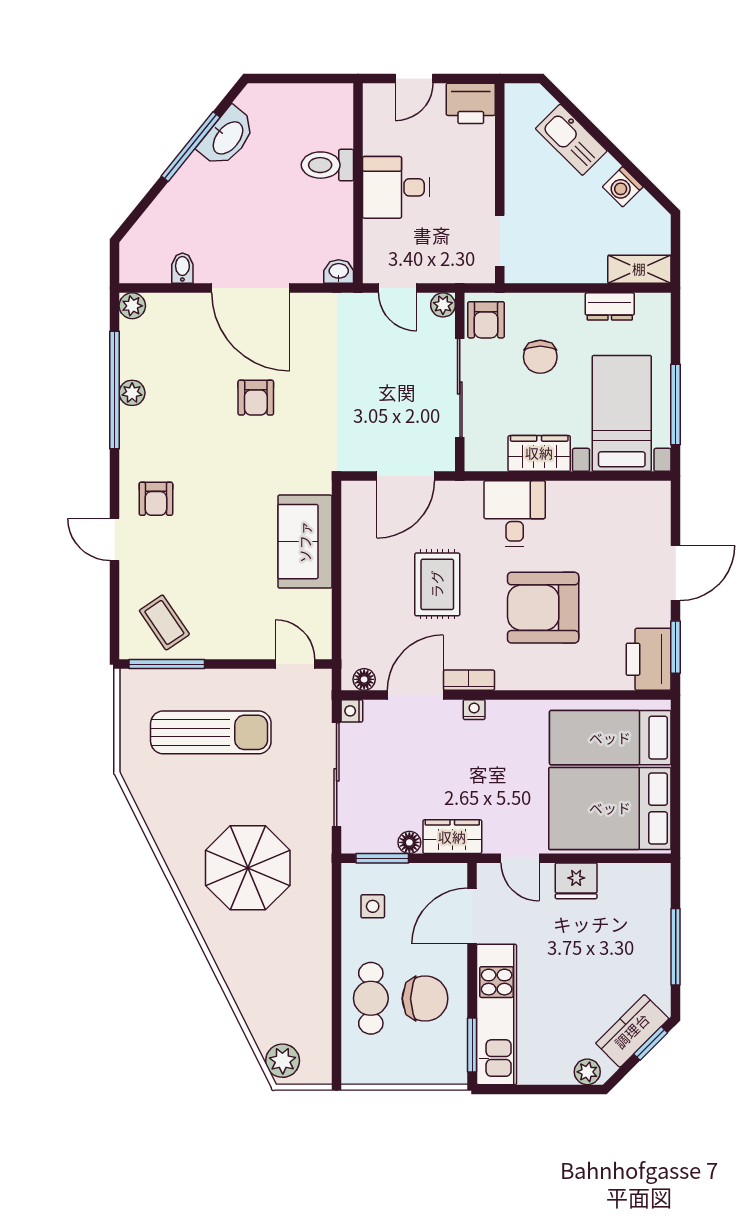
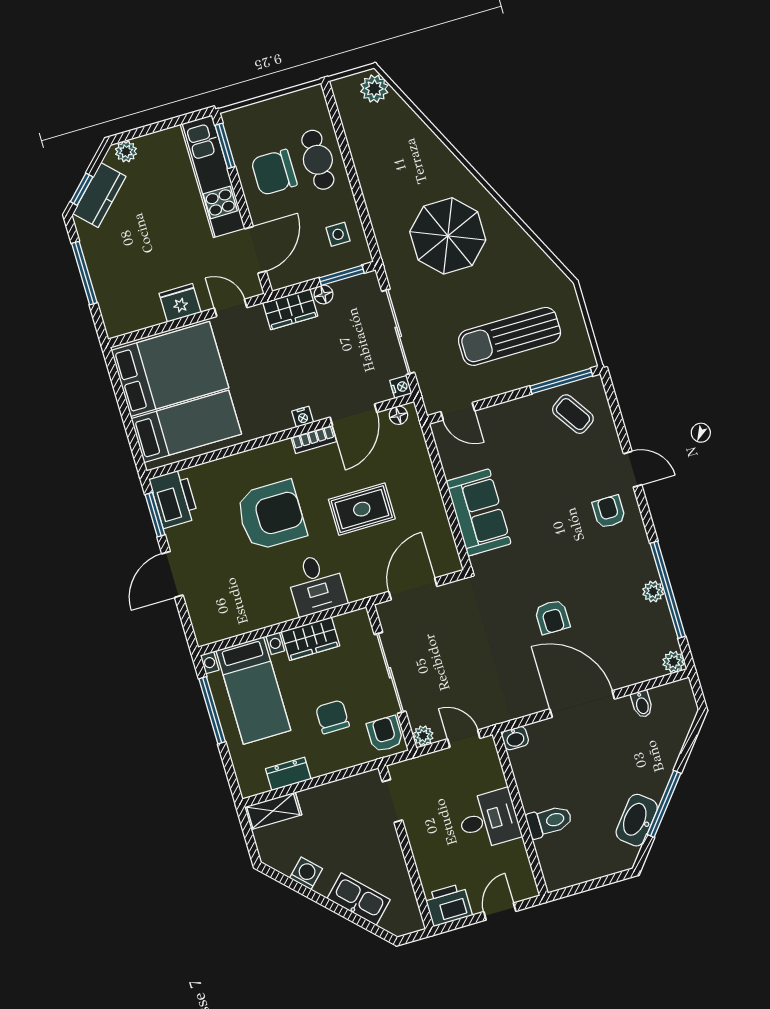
armchair: (256, 398) -> (552, 617), turned 180
rug: (437, 584) -> (362, 509), turned 90

